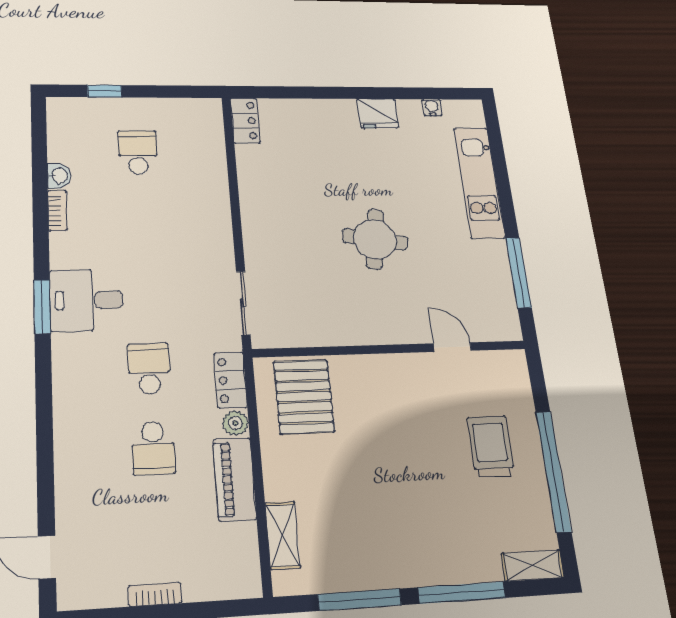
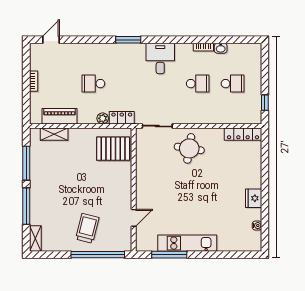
window: (105, 91) -> (265, 103), moved
locker: (245, 121) -> (243, 134), width x1.53
kitchen unit: (479, 182) -> (187, 243), moved
round table: (375, 239) -> (189, 148), moved
window: (42, 307) -> (128, 40), moved
school desk: (149, 369) -> (198, 84), moved
trolley: (491, 446) -> (87, 228), turned -76
window: (553, 471) -> (98, 255), moved
piano: (235, 479) -> (60, 116), moved

